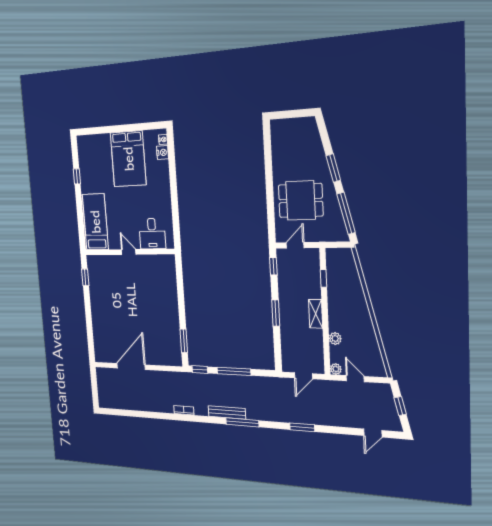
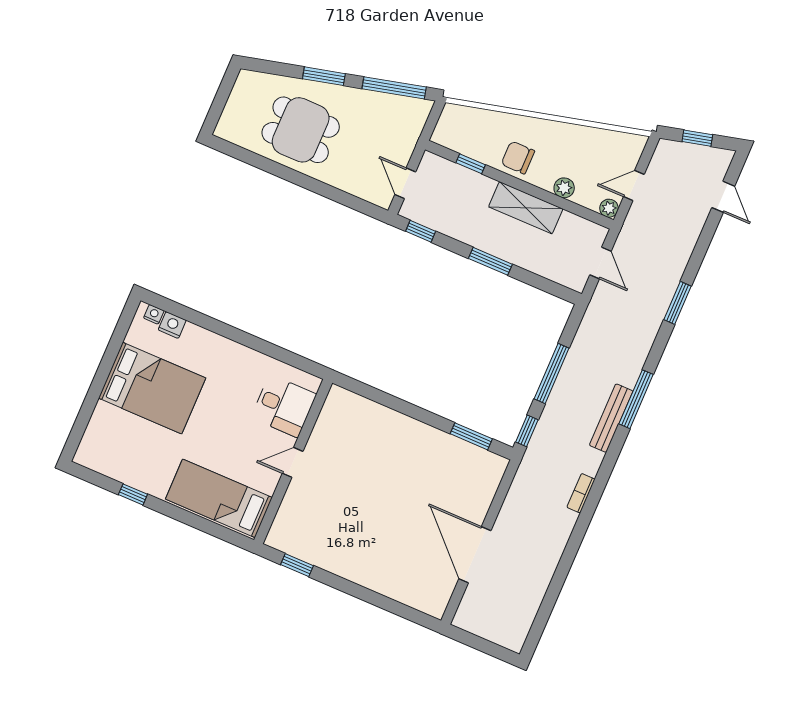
dining table: (301, 200) -> (301, 130), moved, turned 90
chair: (340, 304) -> (518, 157), added
shelving: (316, 314) -> (526, 208), width x1.50, depth x1.33

